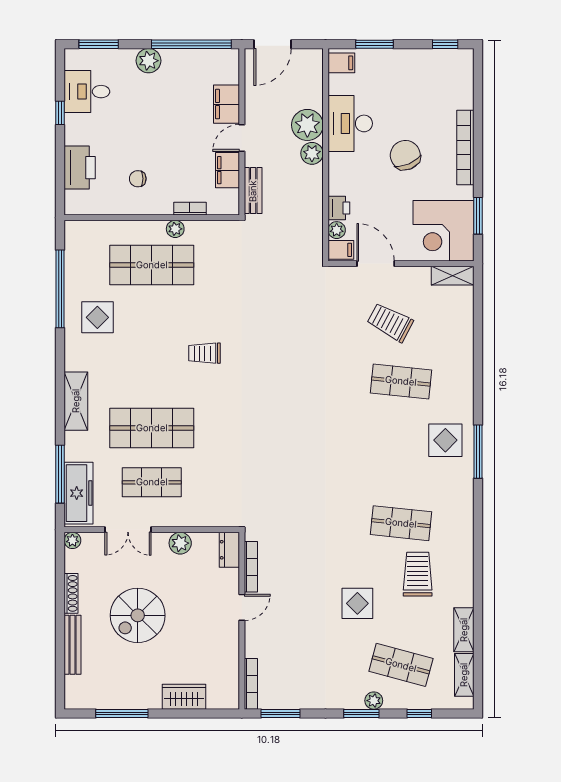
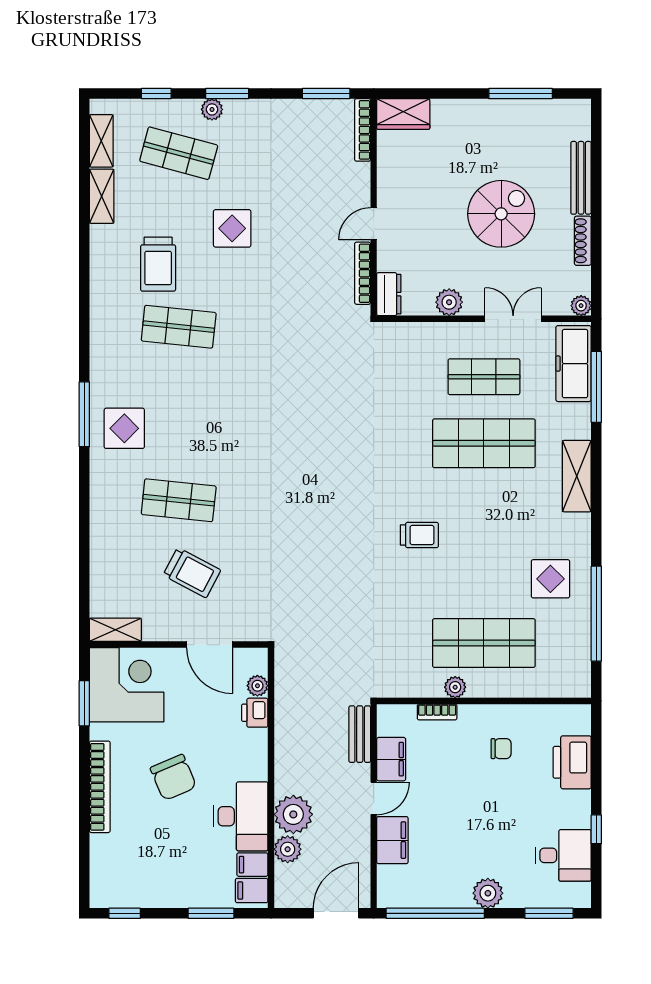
plant: (312, 153) -> (288, 849), moved
filing cabinet: (341, 250) -> (252, 865), moved
wardrobe: (184, 697) -> (403, 114), moved

